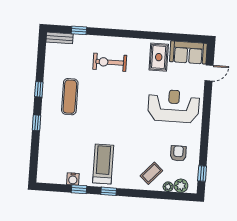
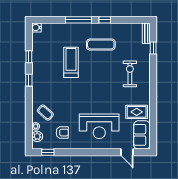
reception desk: (174, 106) -> (99, 126), turned 90
window: (36, 123) -> (79, 20), width x2.17
treadmill: (103, 164) -> (71, 62), moved, turned -90
water cooler: (73, 179) -> (36, 28), moved

